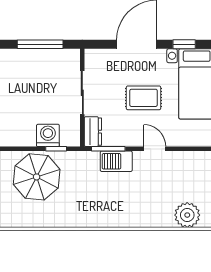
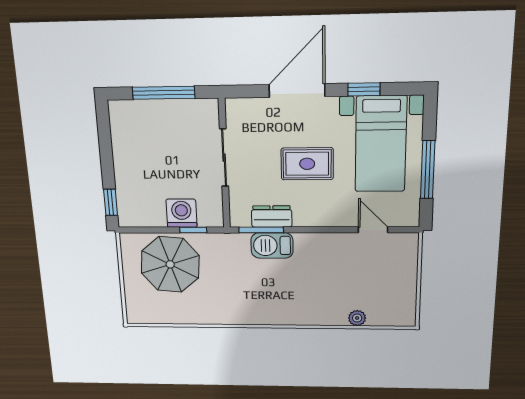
dresser: (93, 132) -> (272, 217), moved, turned -90
door: (155, 149) -> (373, 230), moved
plant: (187, 215) -> (357, 318), width x0.53, depth x0.53

